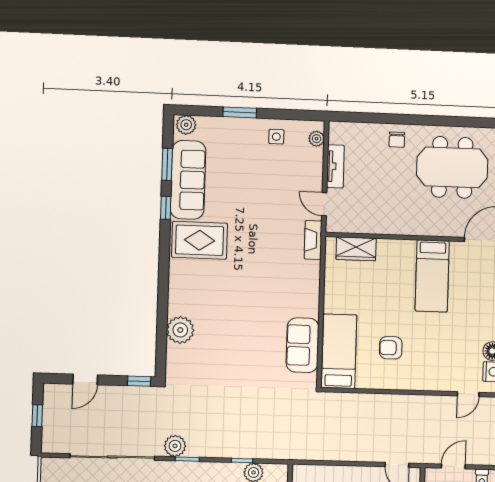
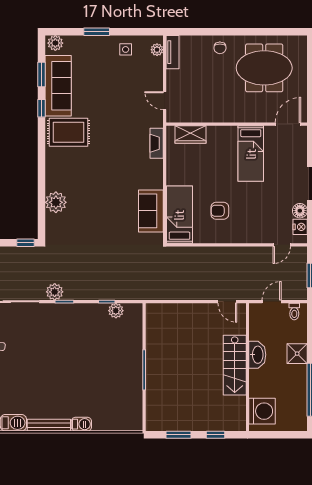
tv unit: (335, 166) -> (172, 52), moved
fireplace: (313, 240) -> (157, 143), moved

